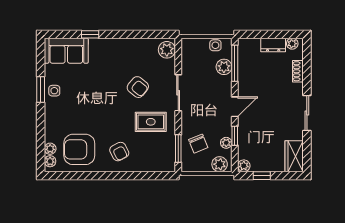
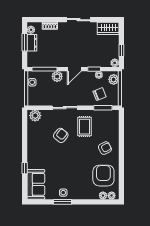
window: (274, 34) -> (25, 42), added
plant: (224, 67) -> (57, 76), moved
door: (235, 107) -> (74, 69), swing flipped
armchair: (79, 149) -> (103, 176), turned 180

